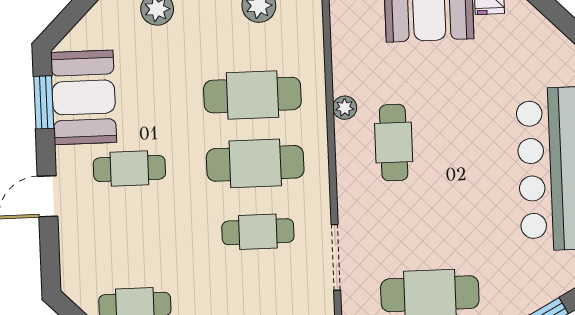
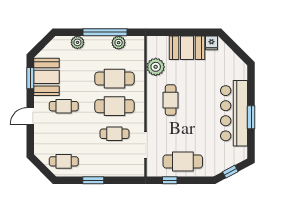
plant: (345, 108) -> (156, 67), moved, width x1.88, depth x1.88

